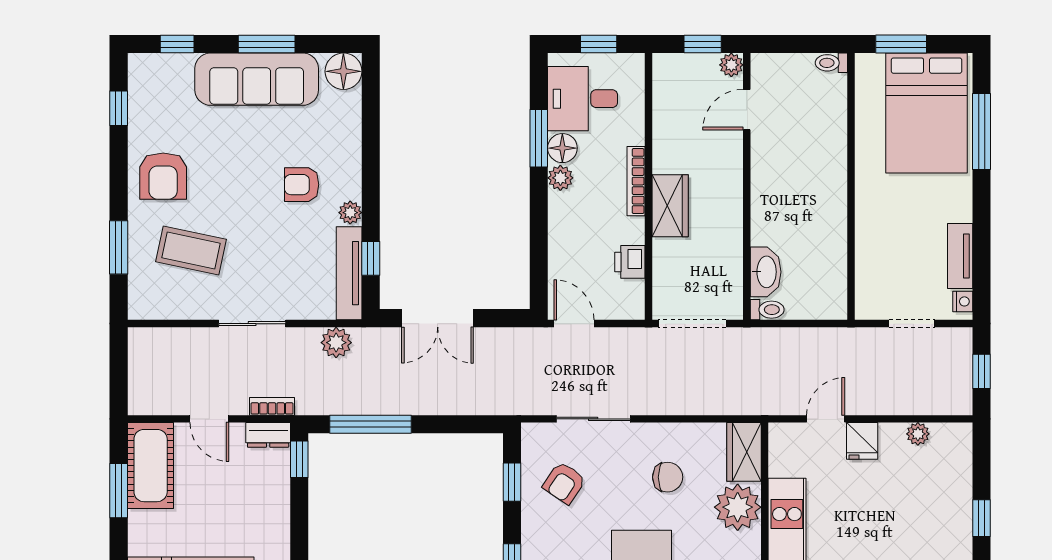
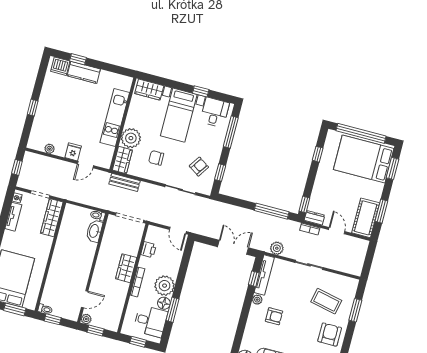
window: (808, 44) -> (53, 319), added
plant: (560, 178) -> (165, 286), width x1.87, depth x1.87
wardrobe: (871, 277) -> (52, 218), added
bench: (725, 402) -> (125, 182), added

